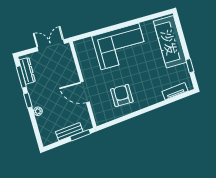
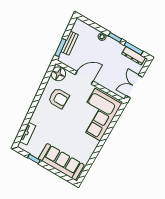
double door: (51, 45) -> (134, 86), swing flipped
corner sofa: (120, 46) -> (98, 115), moved
floor lamp: (103, 116) -> (58, 74), added

